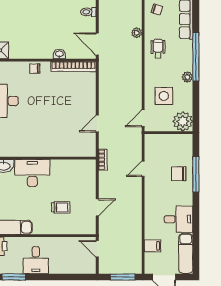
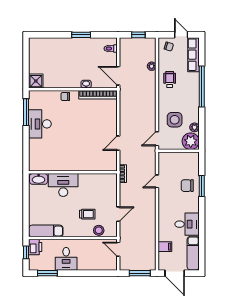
plant: (187, 77) -> (195, 127), moved
window: (196, 174) -> (202, 186), width x0.69
stool: (74, 227) -> (99, 230), added

